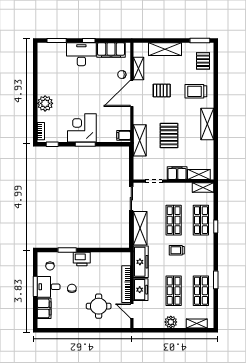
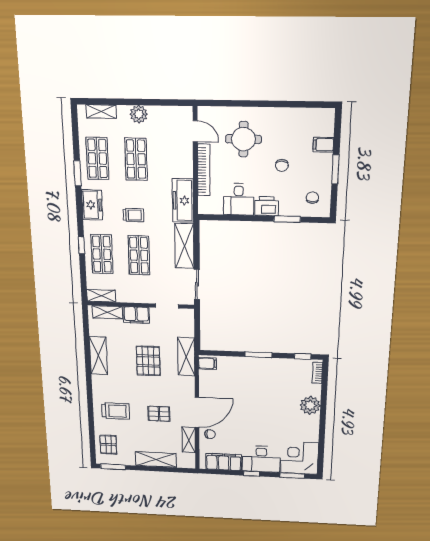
shelving: (207, 124) -> (98, 356), moved
corner desk: (82, 128) -> (299, 458), moved, turned 180
desk: (49, 287) -> (239, 199), moved, turned 90
freezer: (141, 290) -> (92, 205), moved, turned 180
filing cabinet: (44, 308) -> (323, 145), width x0.50

